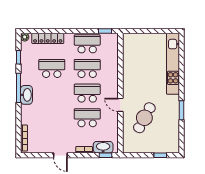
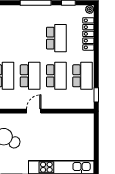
washbasin: (26, 95) -> (28, 11), removed
door: (120, 105) -> (34, 111), moved

